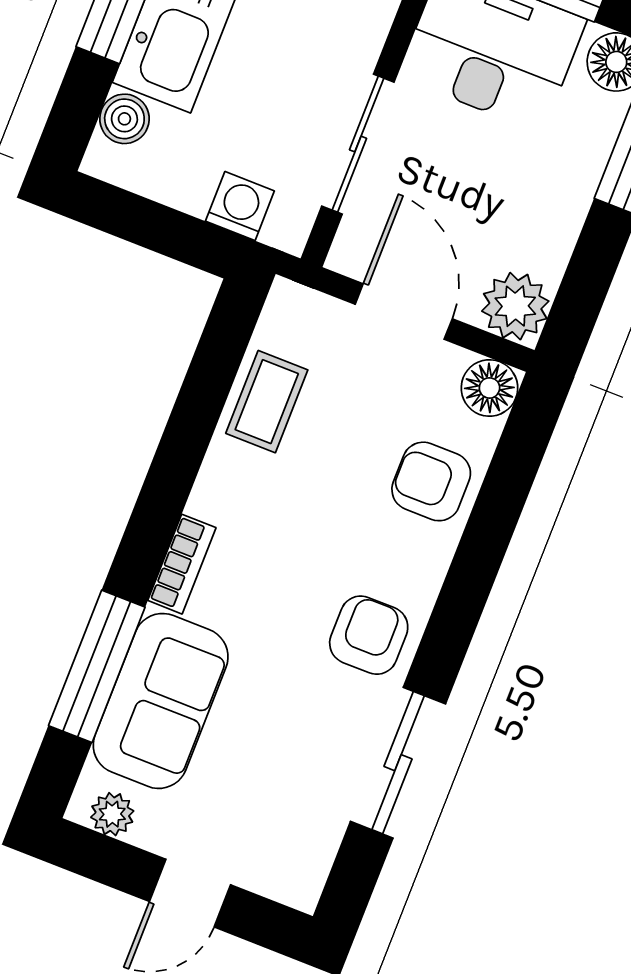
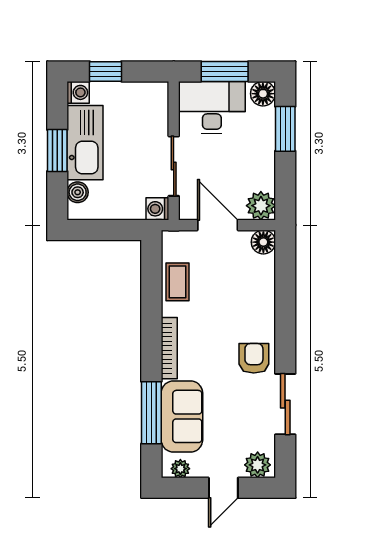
washing machine: (240, 206) -> (157, 209), moved, turned -90
armchair: (431, 481) -> (255, 288), removed
bookcase: (182, 564) -> (169, 348), width x1.56
plant: (285, 872) -> (258, 465), added

